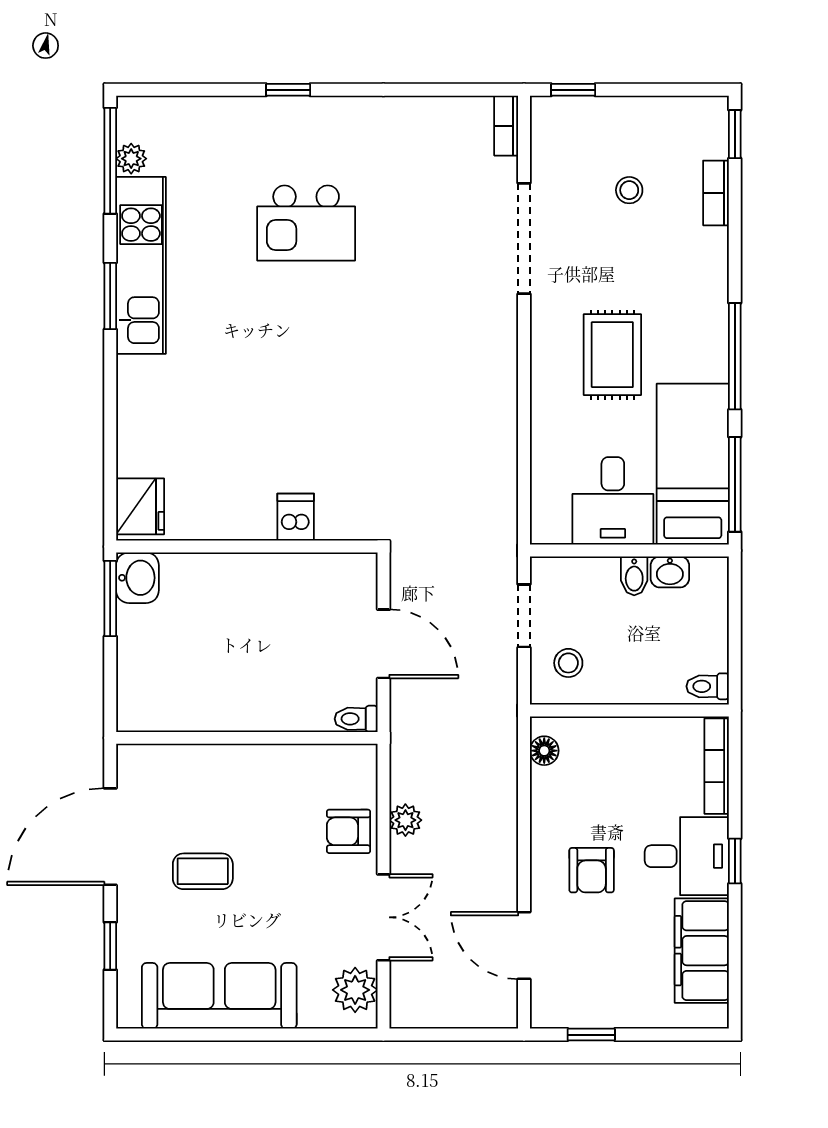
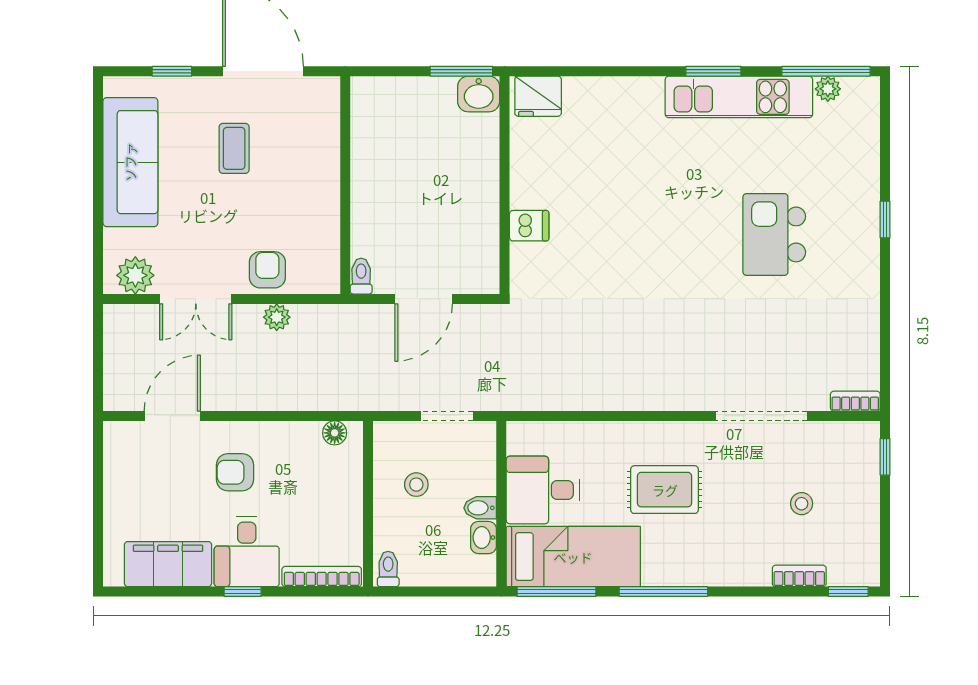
stool: (568, 663) -> (416, 485), moved
window: (591, 1035) -> (98, 472), removed

